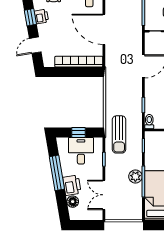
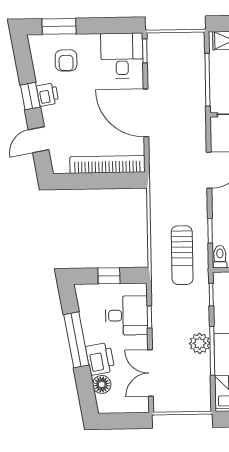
sun lounger: (119, 134) -> (182, 255), moved
desk: (81, 151) -> (126, 315), moved, turned 90

